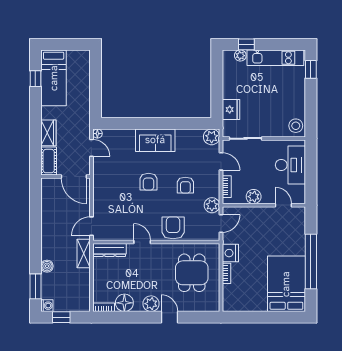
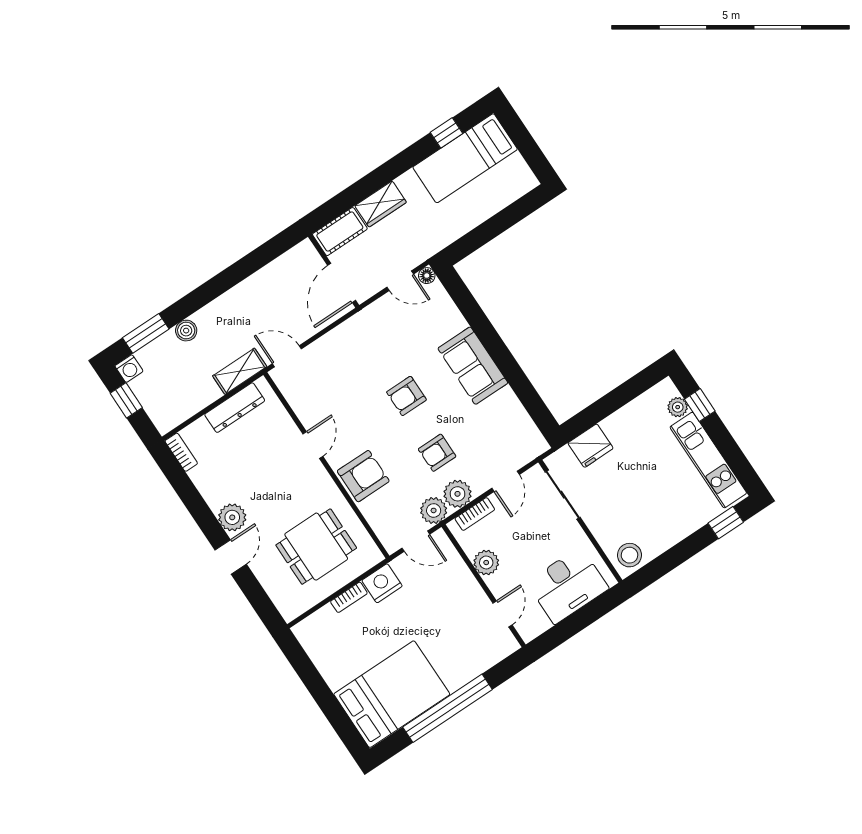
plant: (212, 137) -> (457, 494), moved
door: (91, 148) -> (400, 281), hinge flipped
dresser: (109, 250) -> (235, 408), moved, turned -90
floor lamp: (124, 303) -> (208, 478), removed

